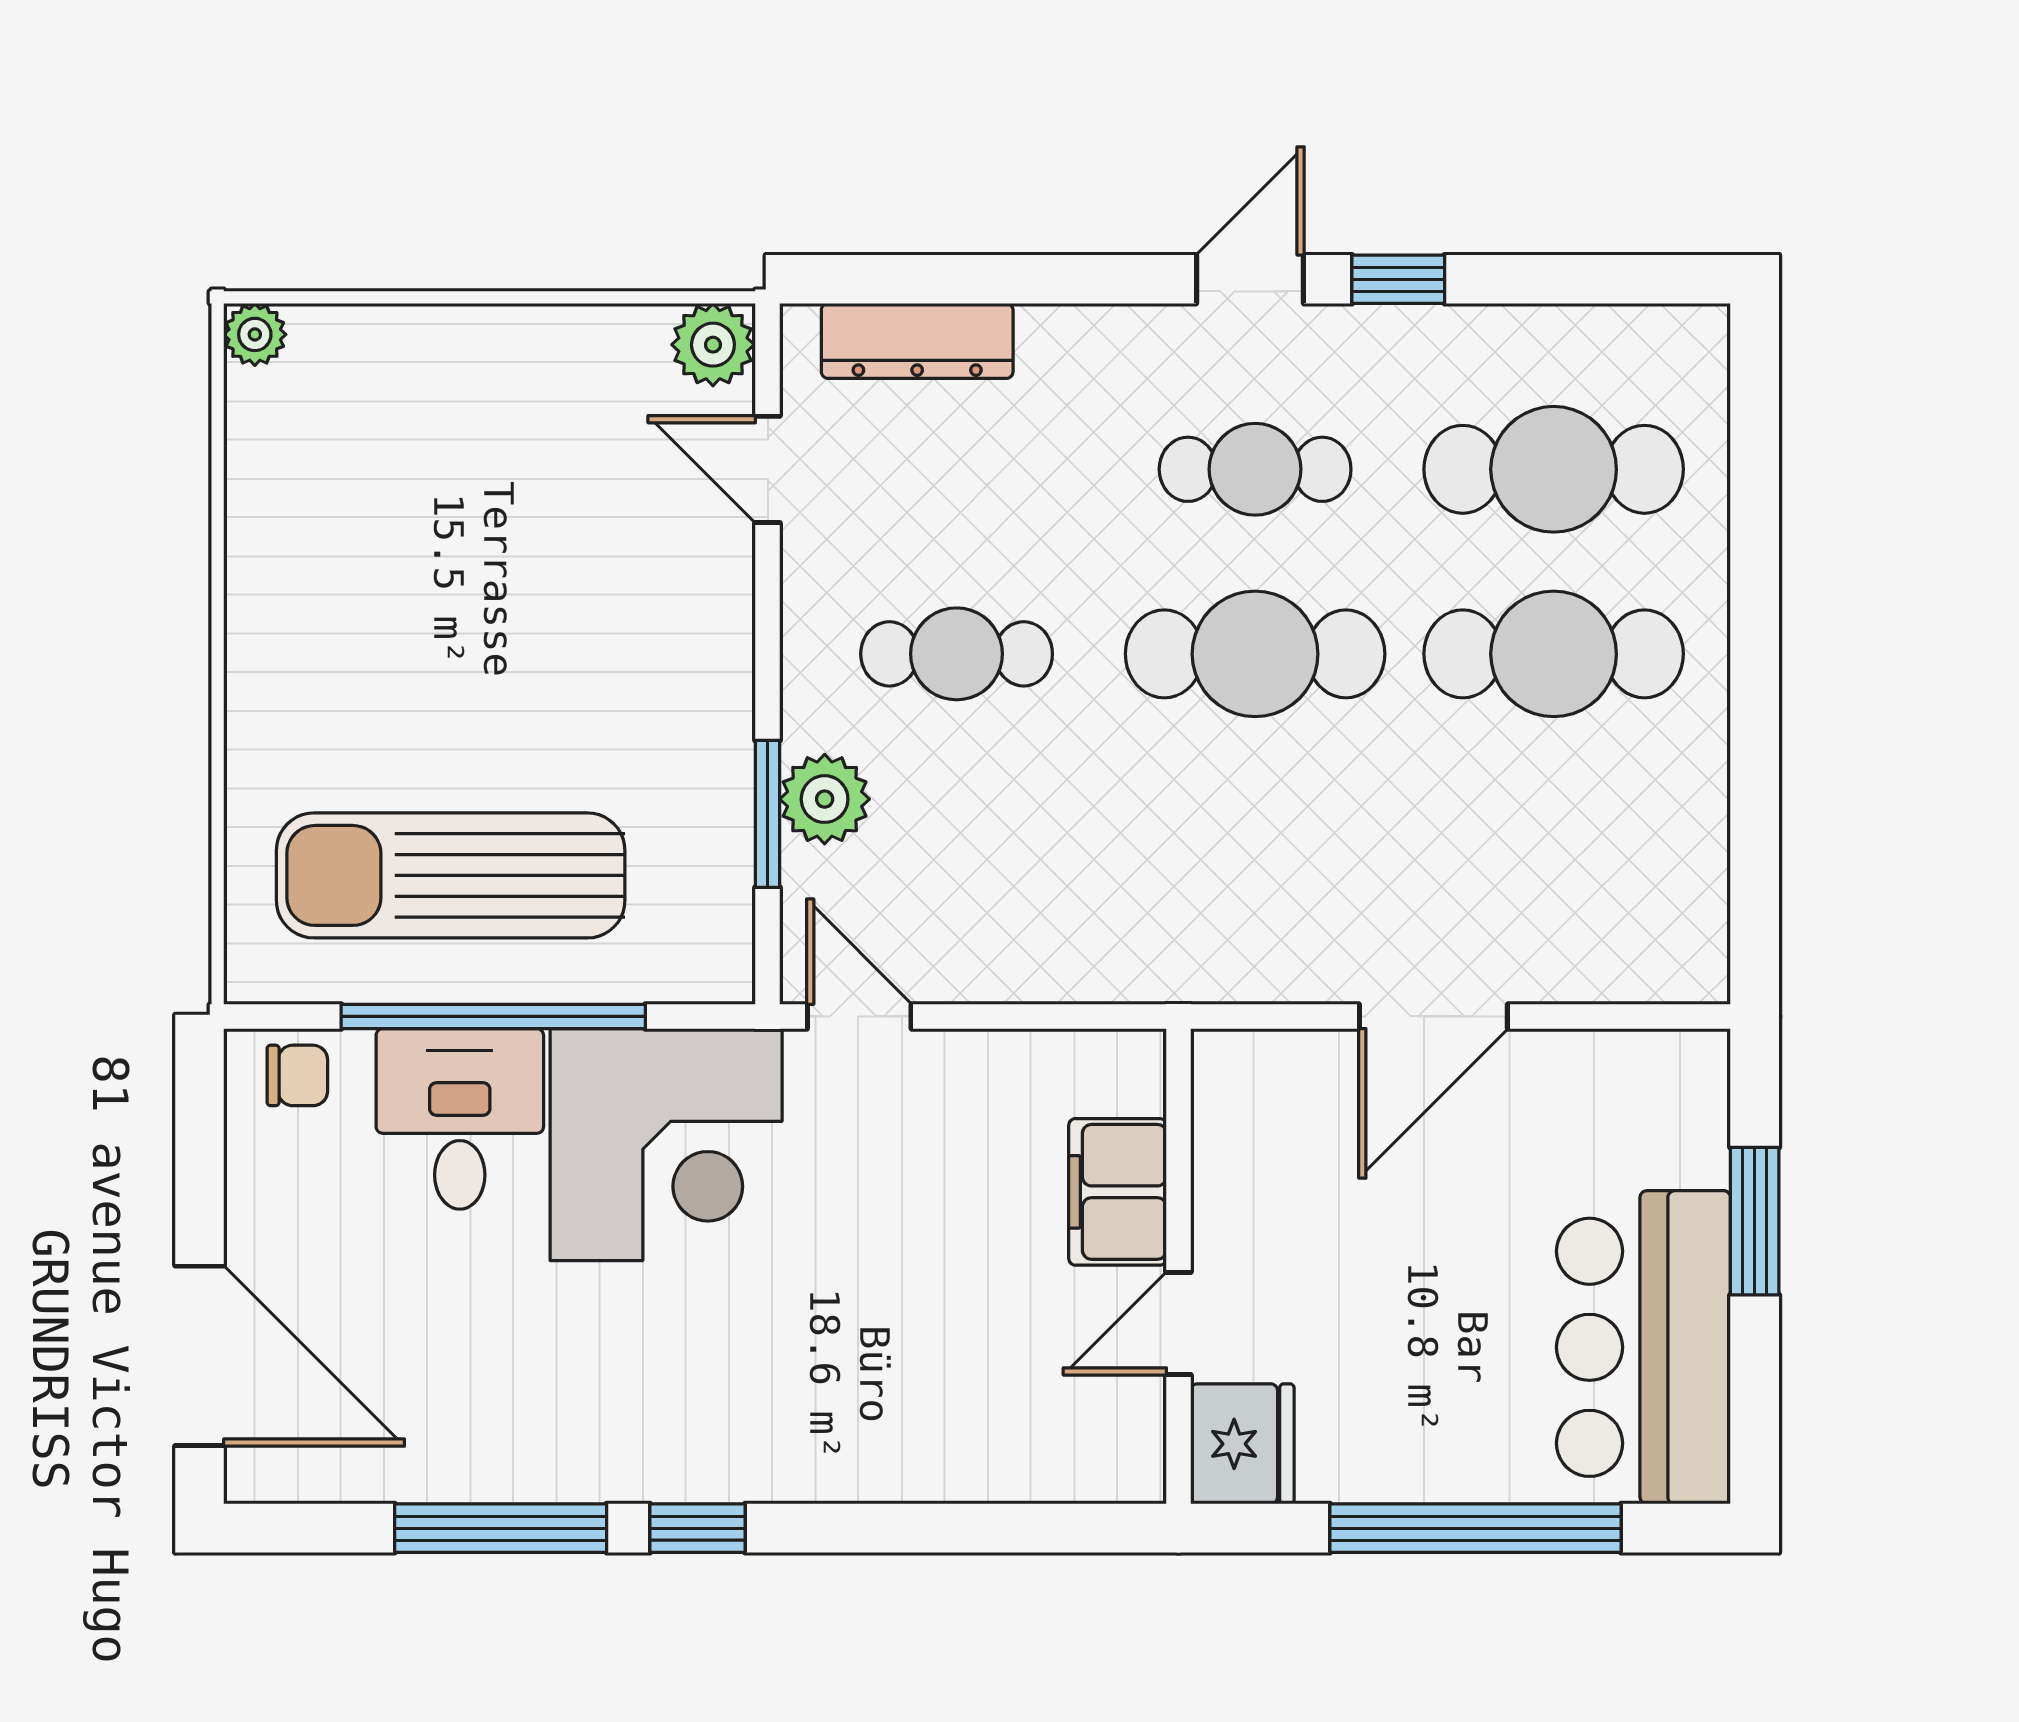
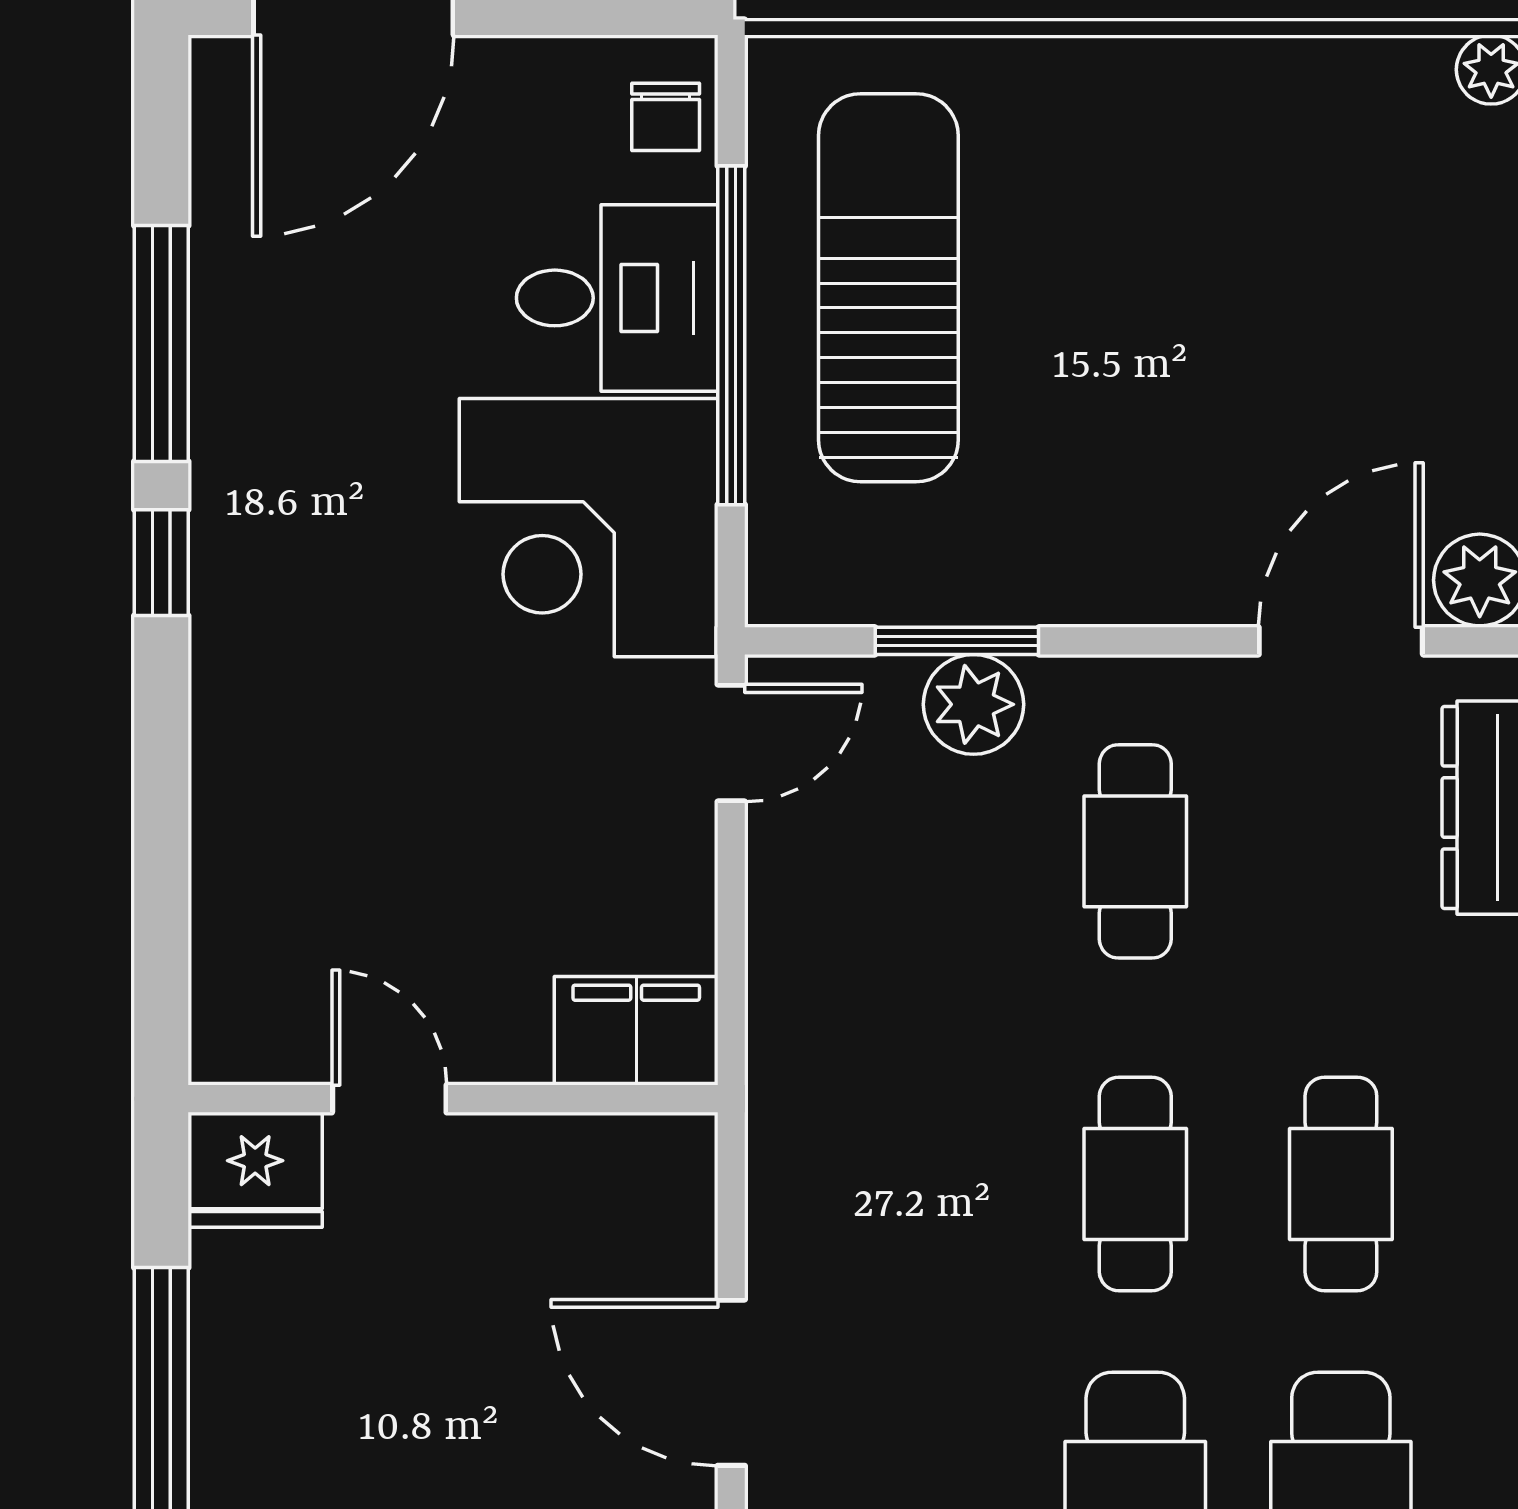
door: (768, 469) -> (1341, 641), width x1.38
cafe table: (1255, 654) -> (1135, 1184), width x0.73, depth x0.74
filing cabinet: (1118, 1192) -> (636, 1031), moved

